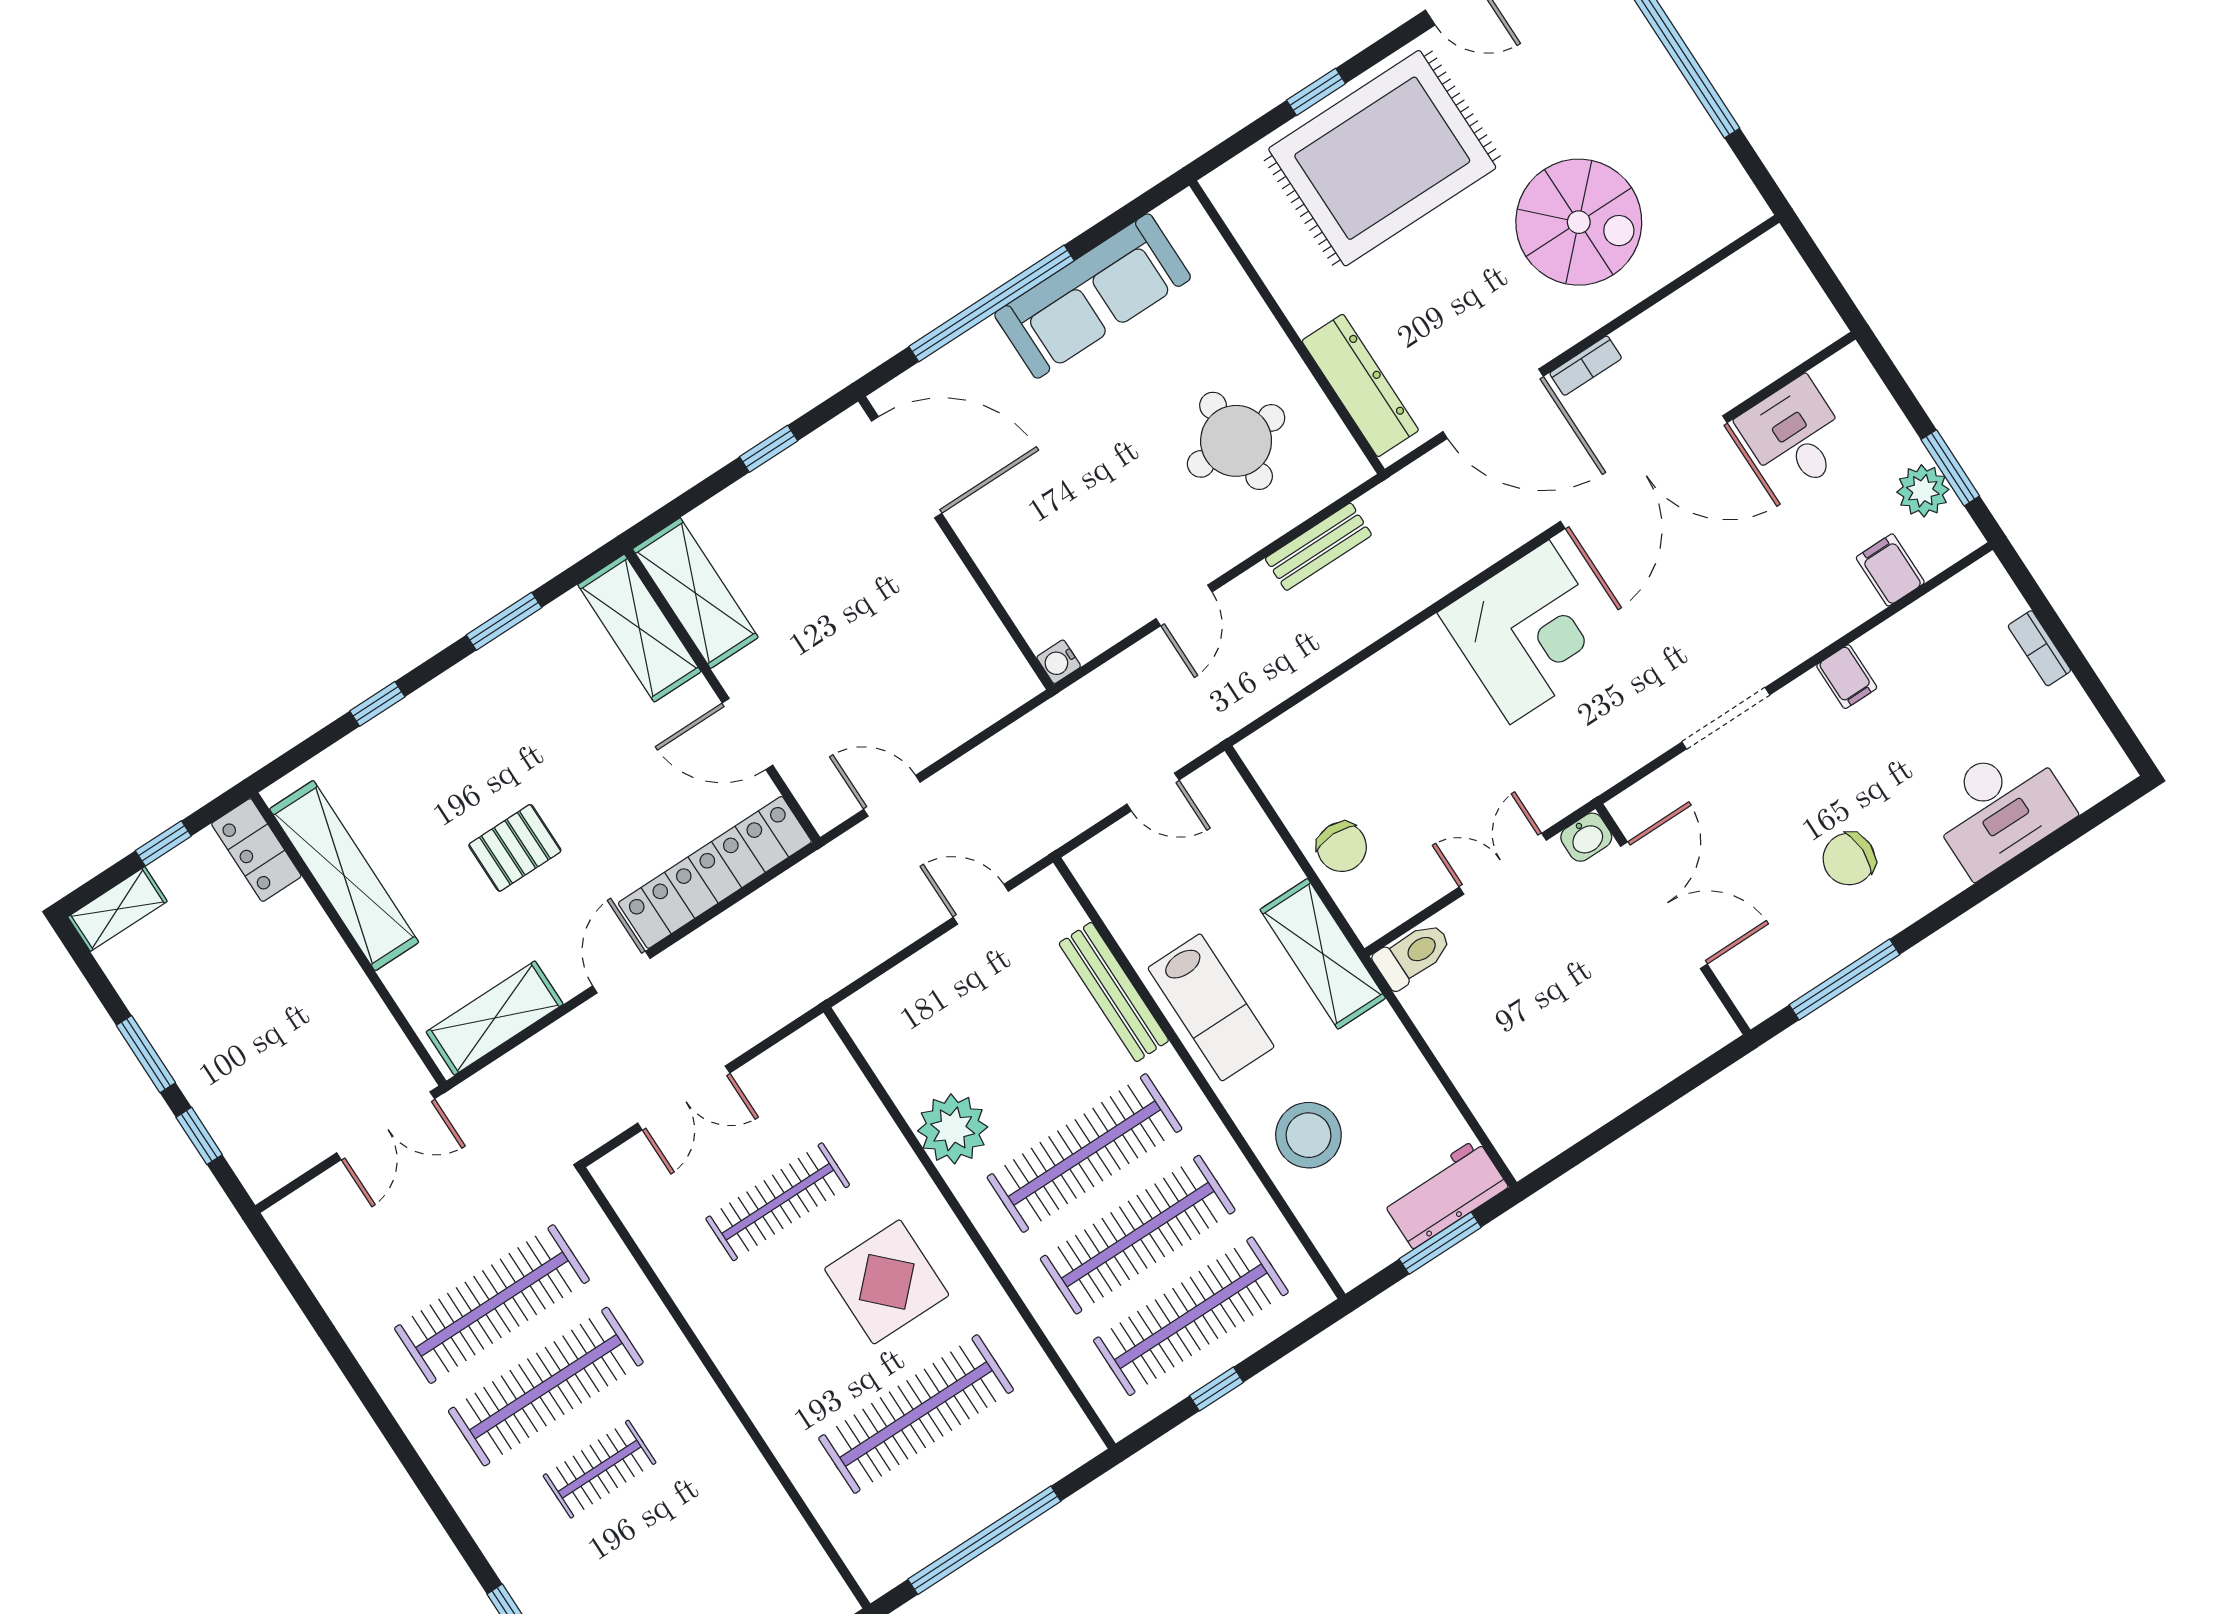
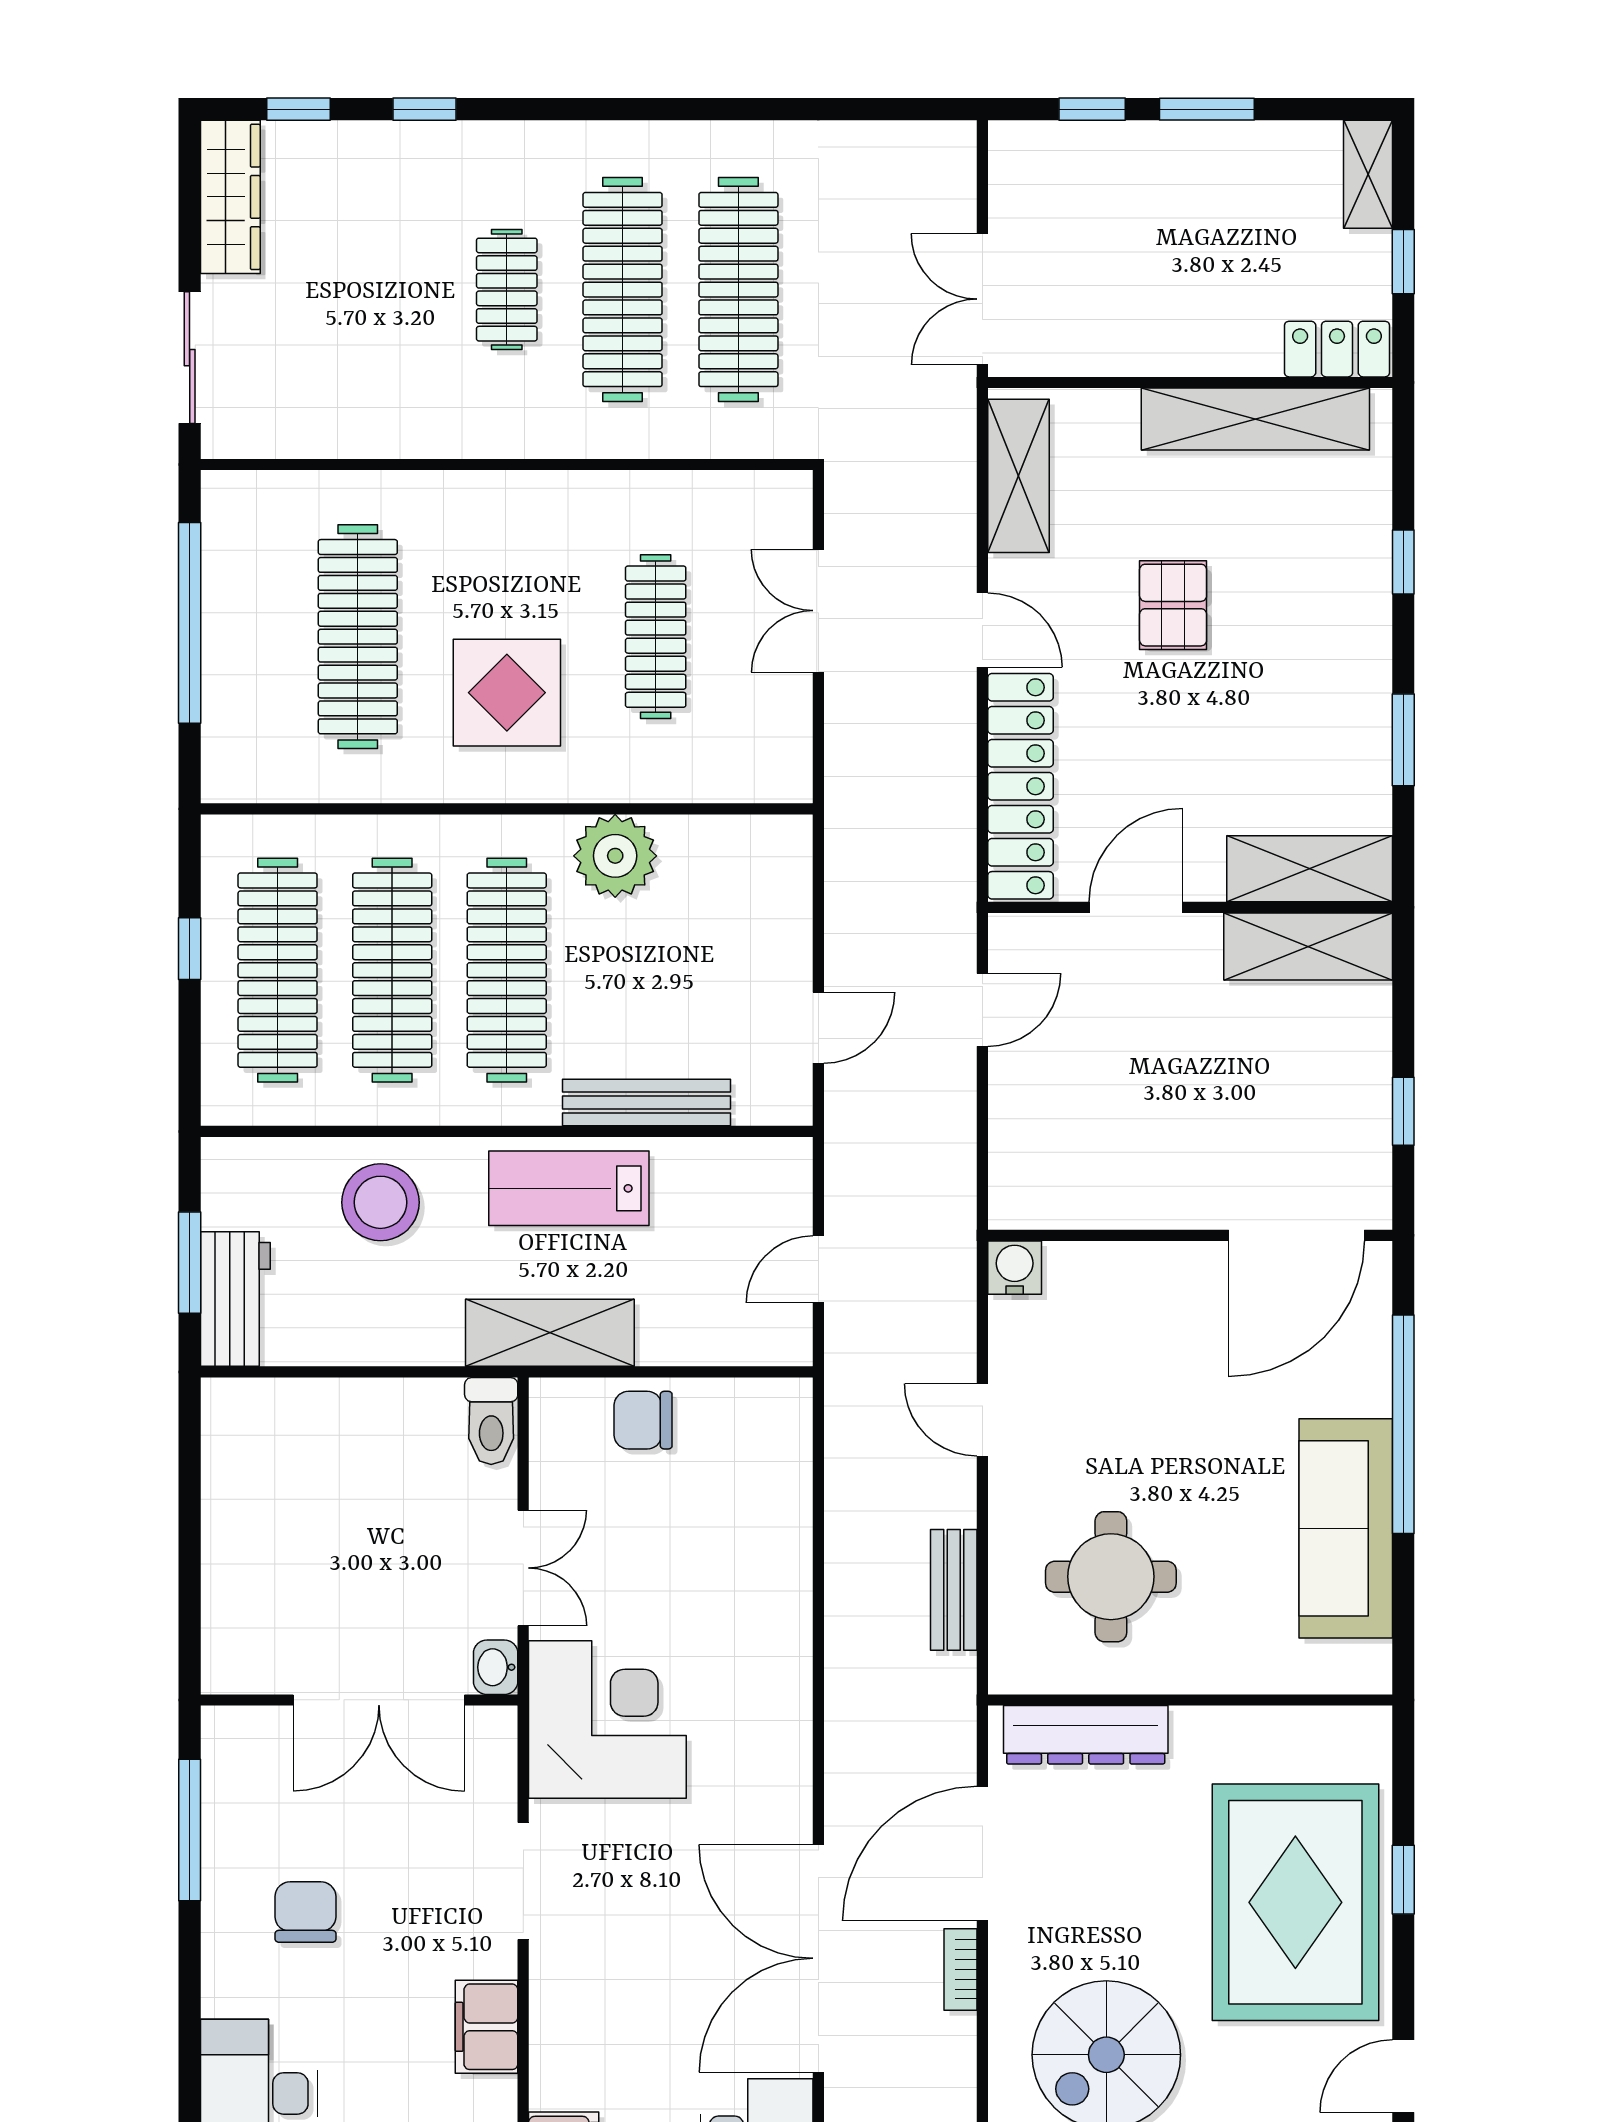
corner desk: (1529, 632) -> (607, 1720), moved, turned 180
water cooler: (1059, 662) -> (1015, 1268), width x1.38, depth x1.38
filing cabinet: (1847, 677) -> (487, 2027), width x2.00

